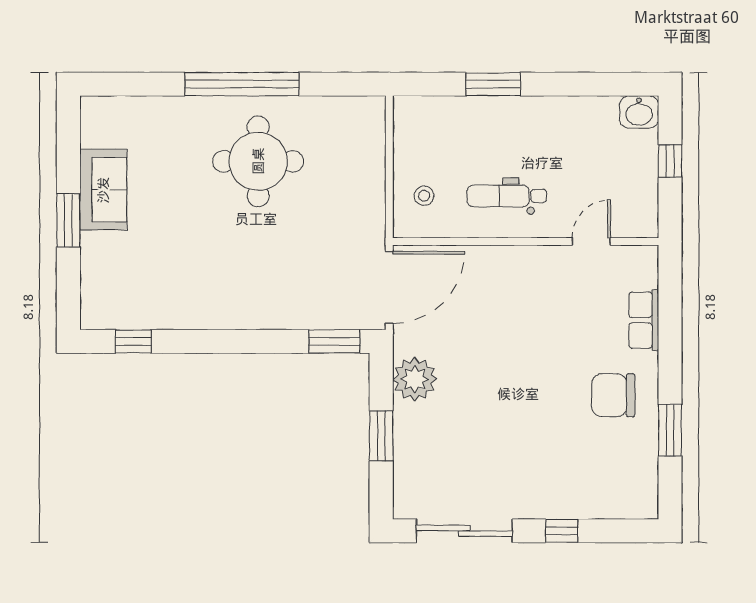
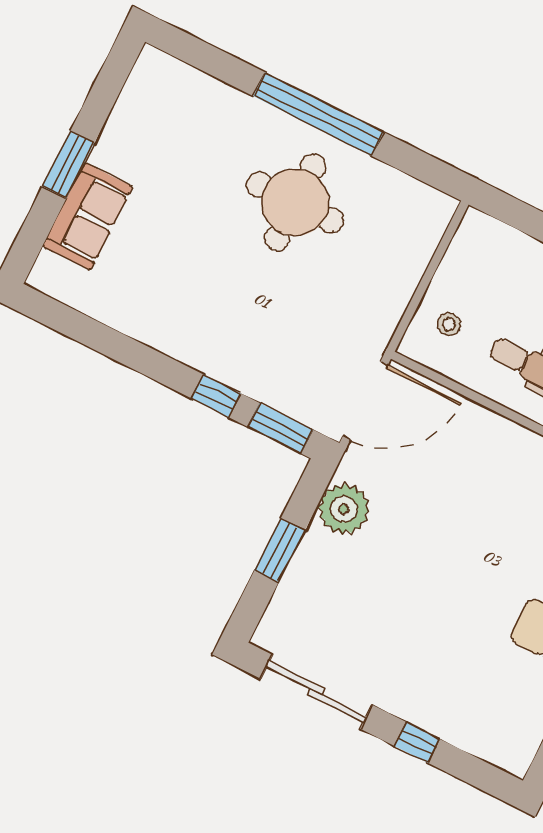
sofa: (103, 190) -> (87, 216), moved
window: (133, 341) -> (216, 396), moved

